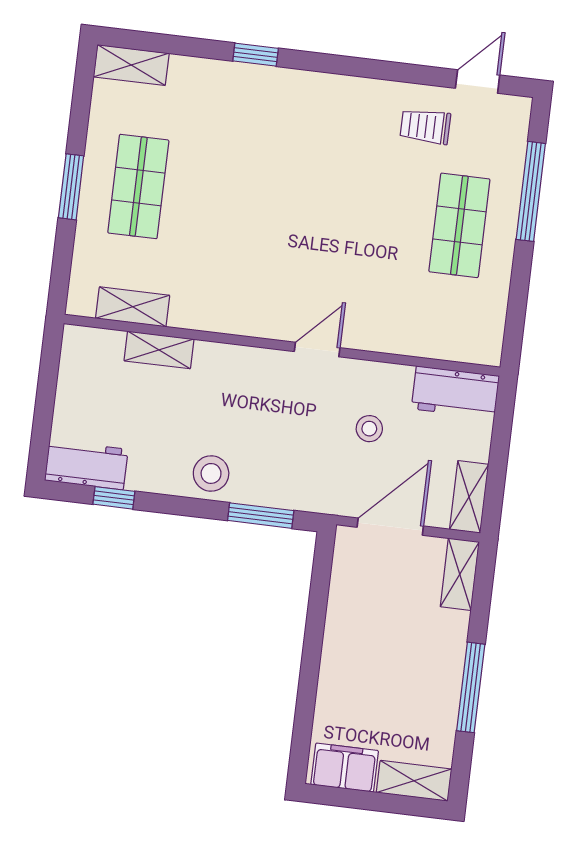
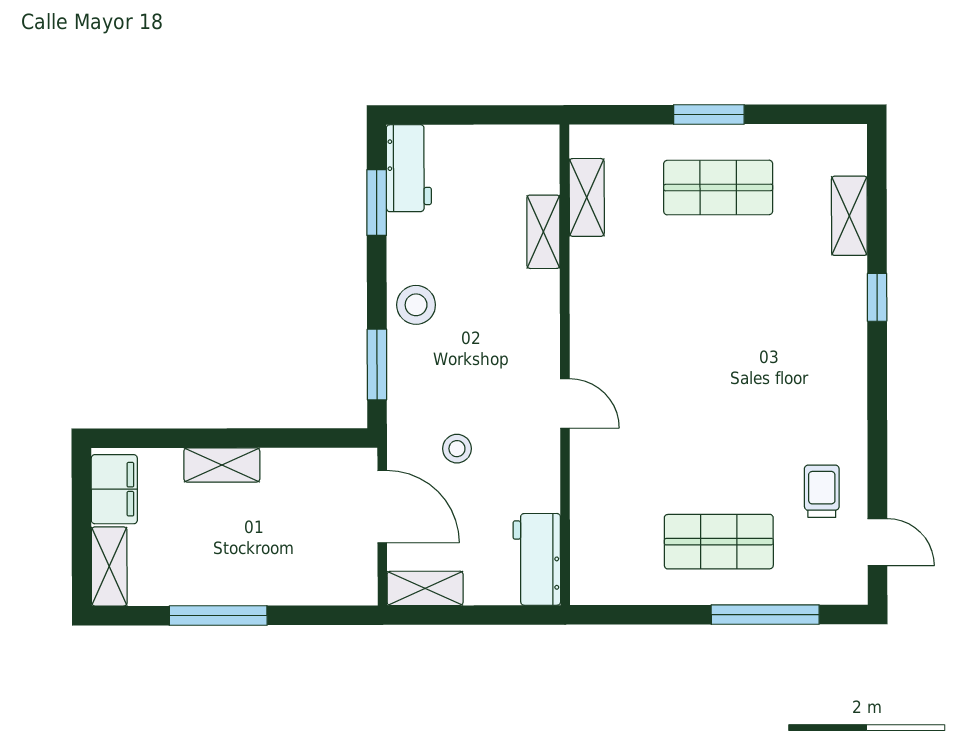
shelving: (131, 65) -> (849, 216), moved
stool: (369, 429) -> (457, 449), moved
window: (114, 498) -> (377, 203), width x1.50
shelving: (460, 574) -> (222, 465), moved

